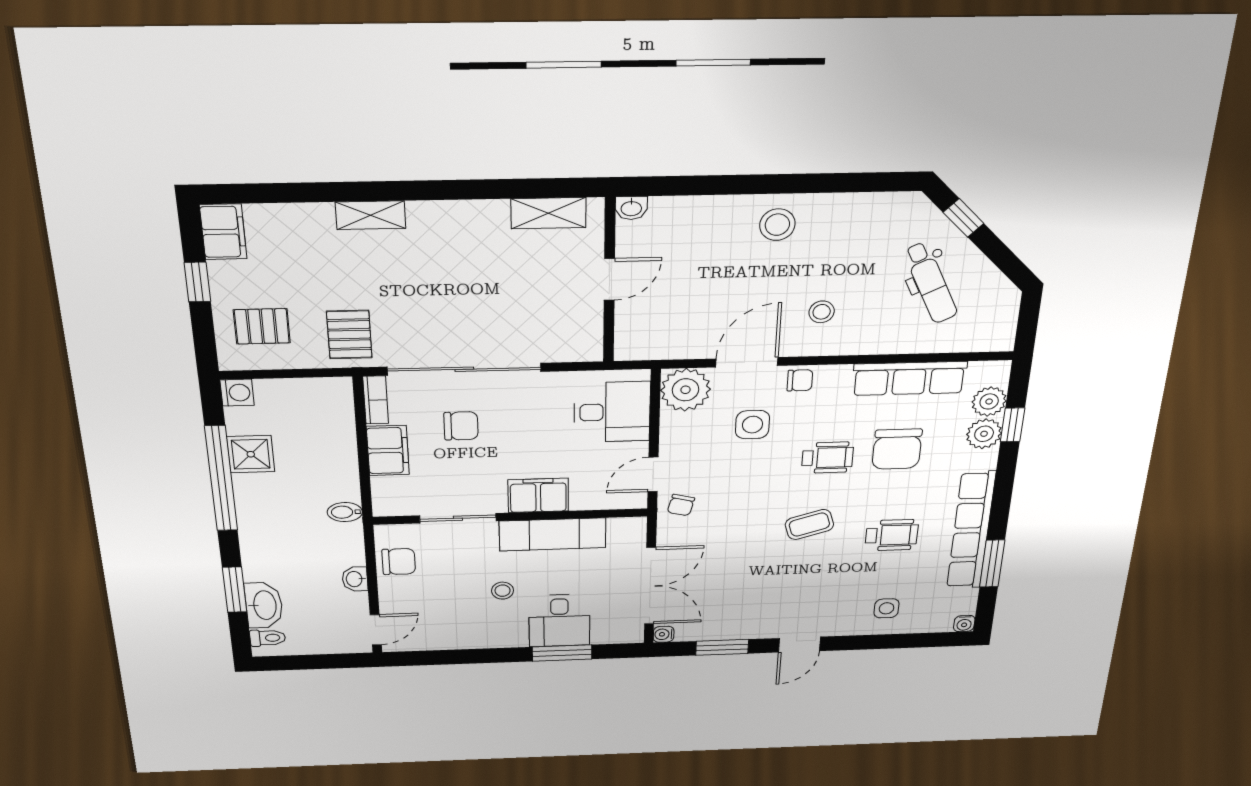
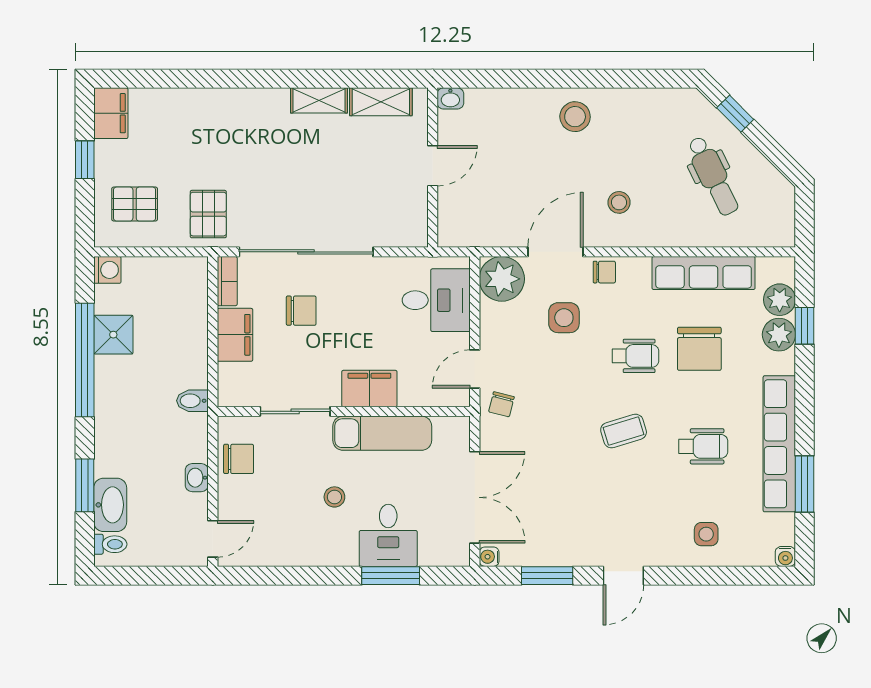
shelving: (370, 215) -> (319, 100), moved

